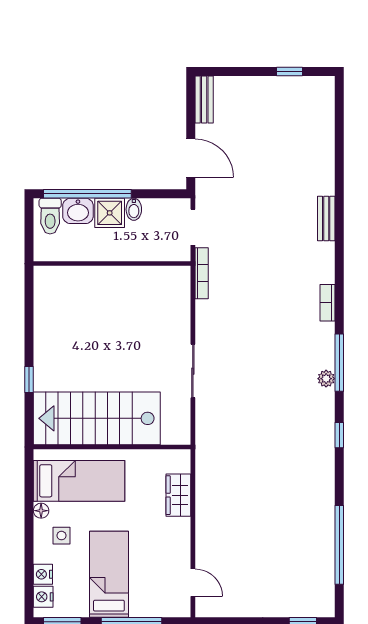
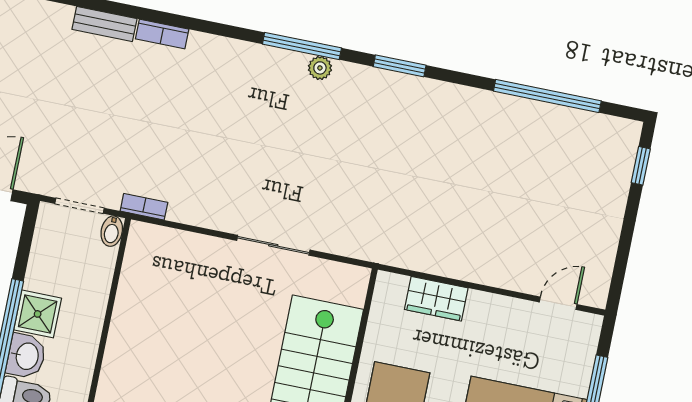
bidet: (134, 209) -> (112, 231), moved, turned 90
bookcase: (202, 273) -> (144, 207), width x0.64
bookcase: (327, 303) -> (162, 34), moved
window: (339, 435) -> (400, 66), width x1.50

